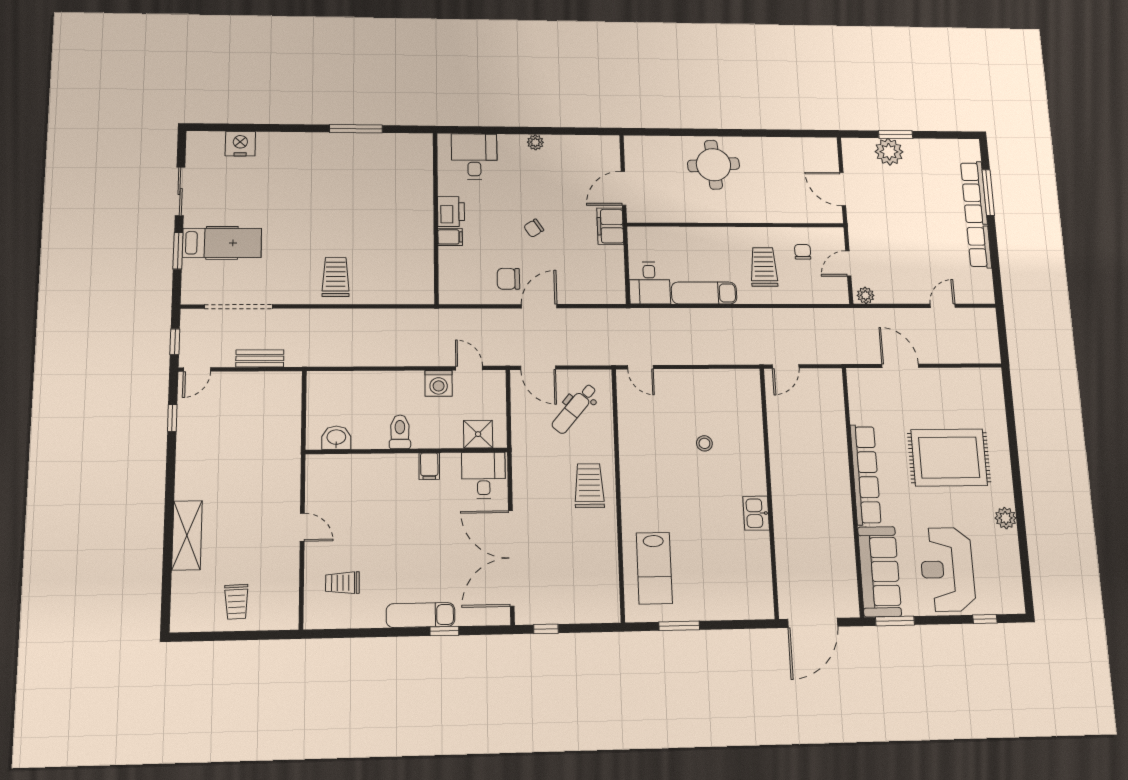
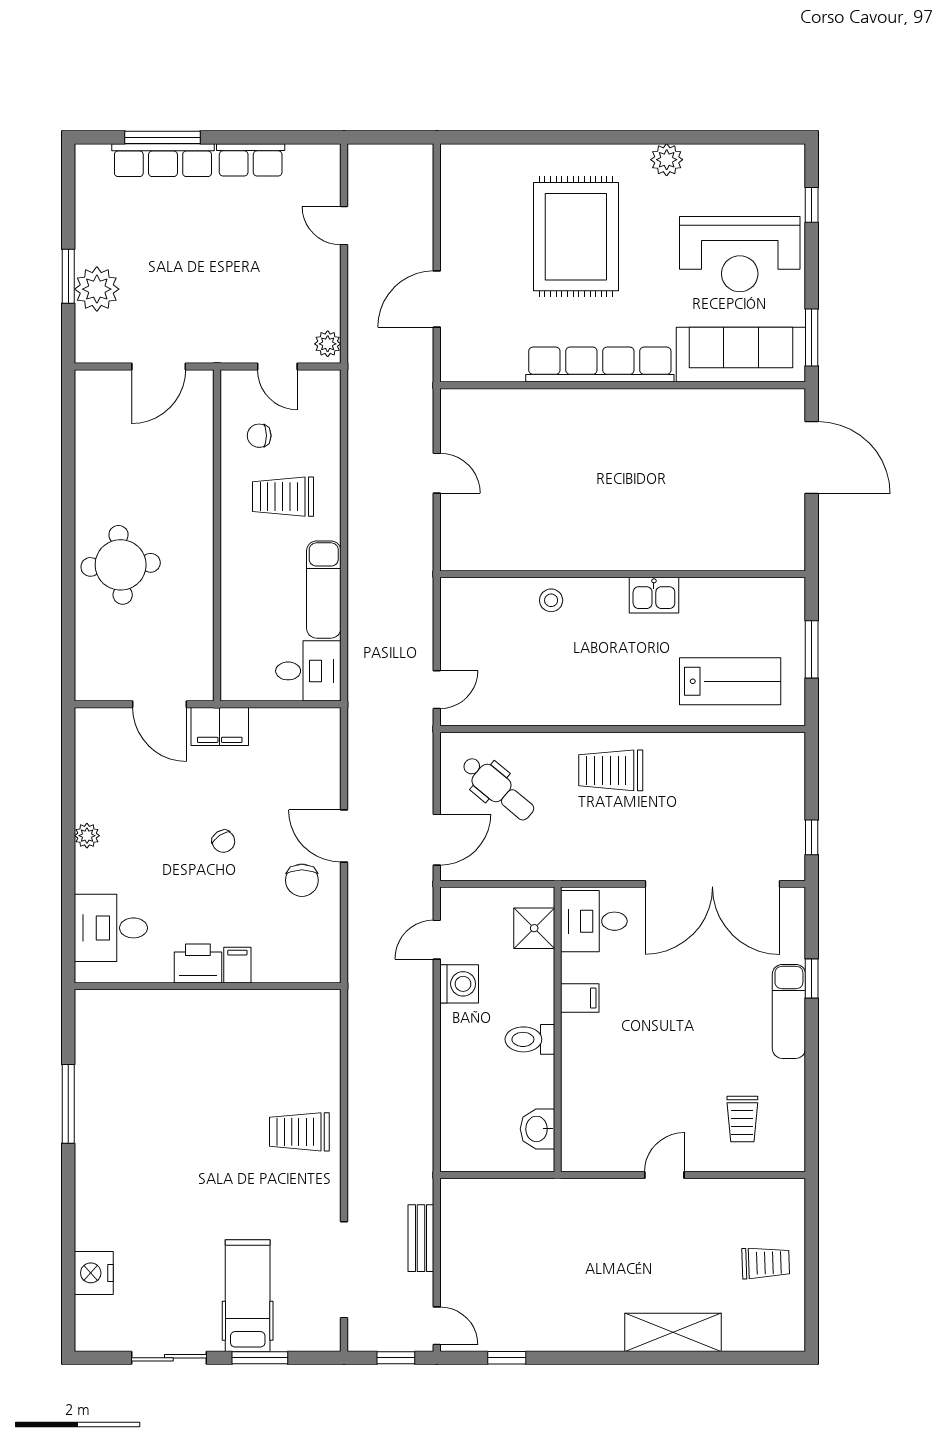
wall: (769, 491) -> (623, 574), moved
kitchen sink: (756, 513) -> (654, 595), moved

